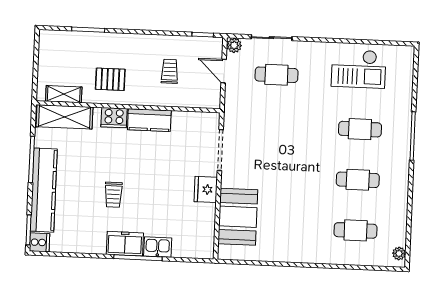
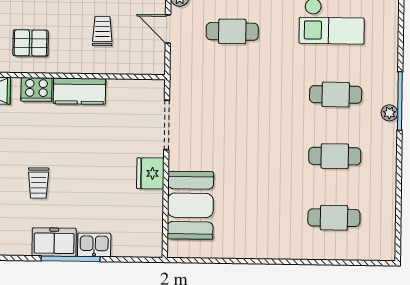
plant: (399, 254) -> (389, 113), moved

